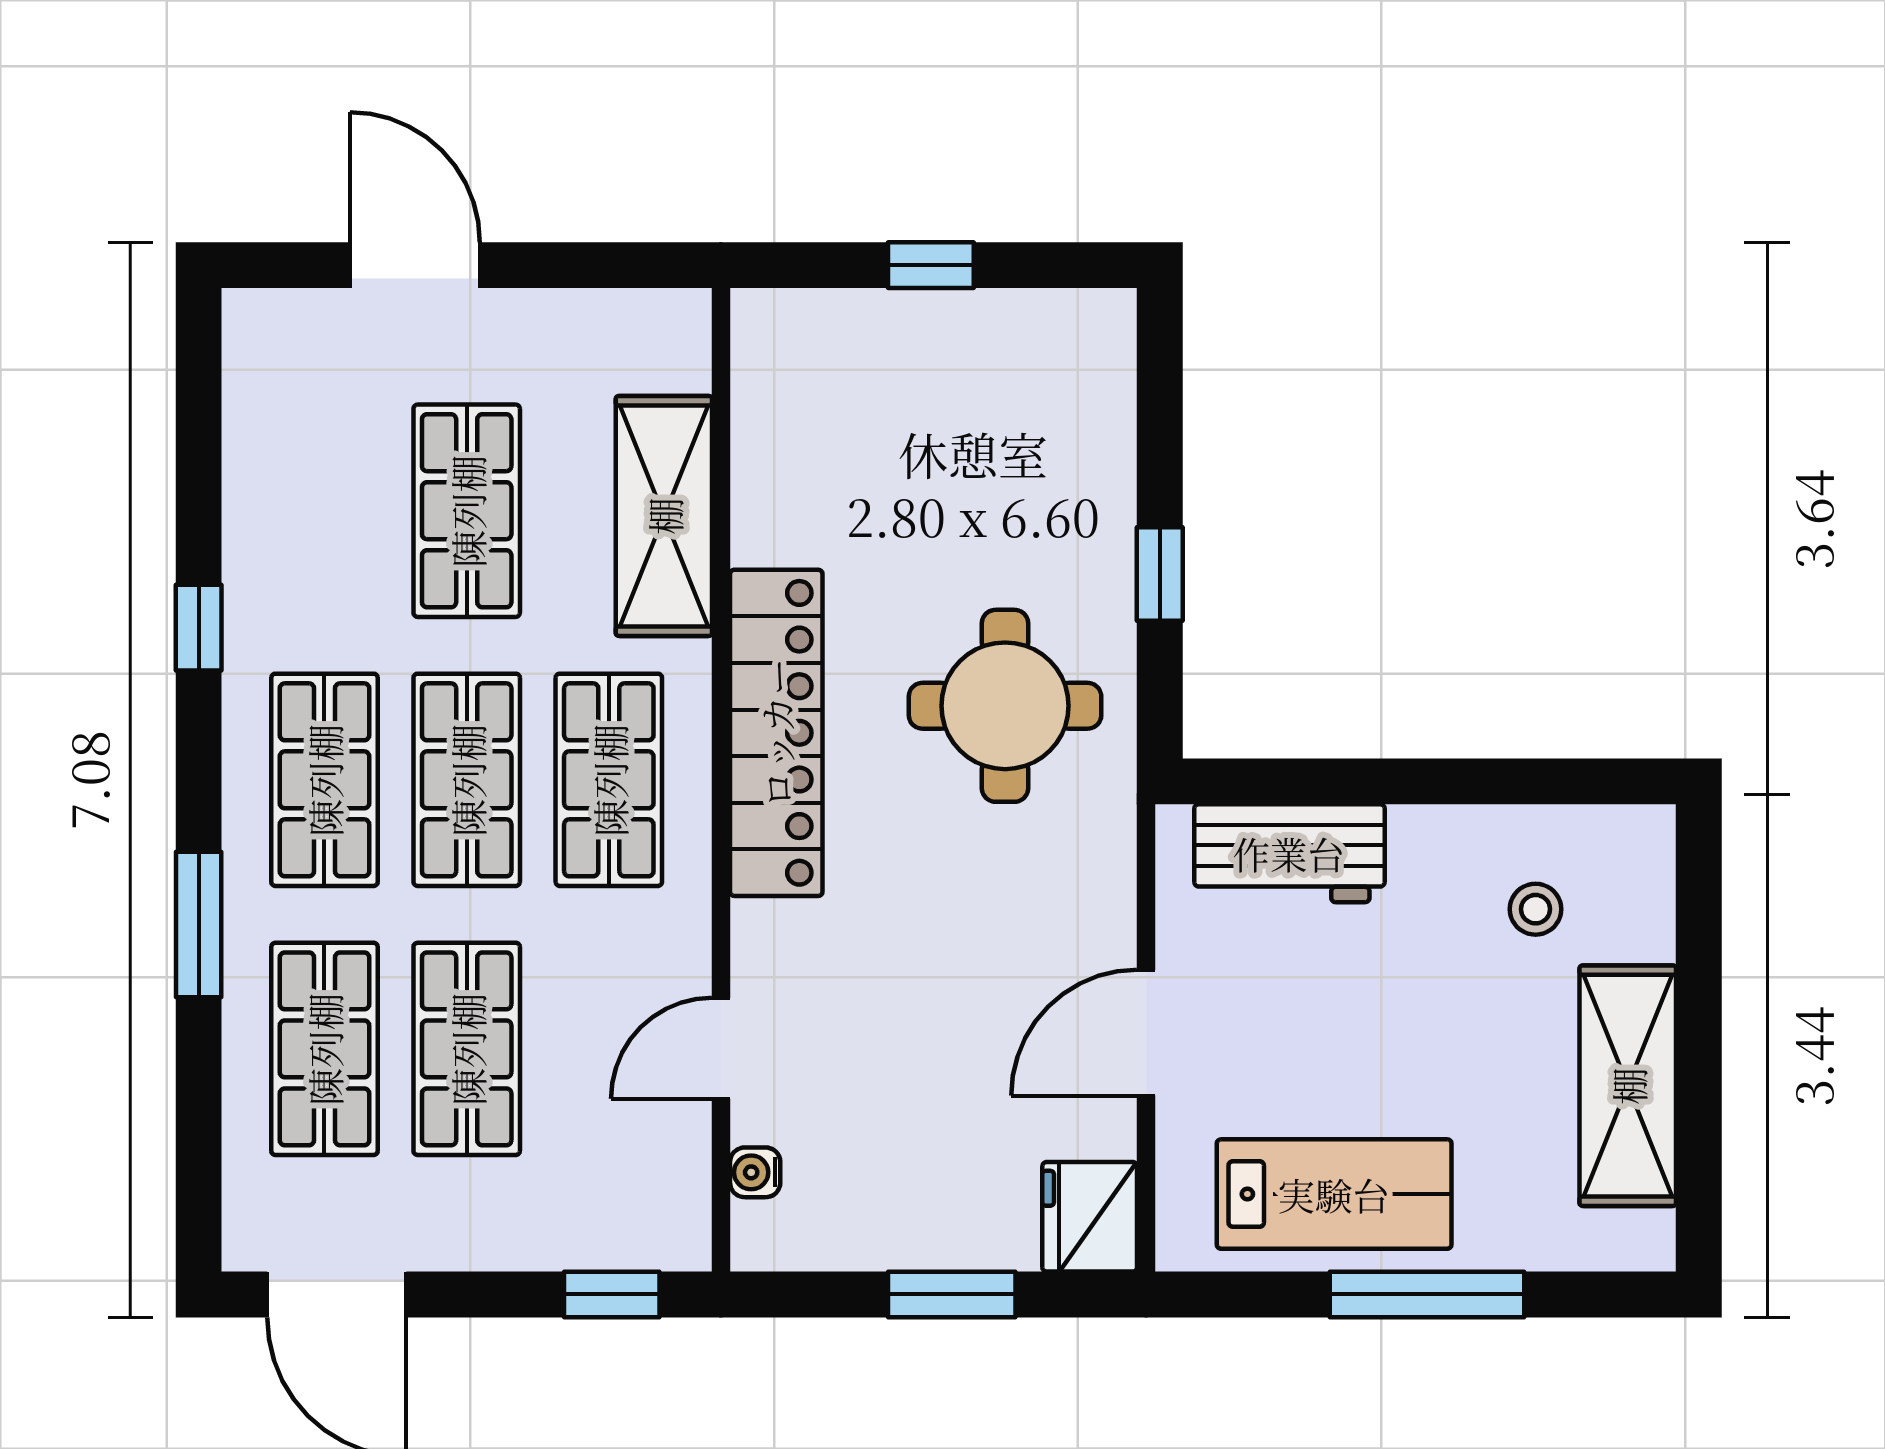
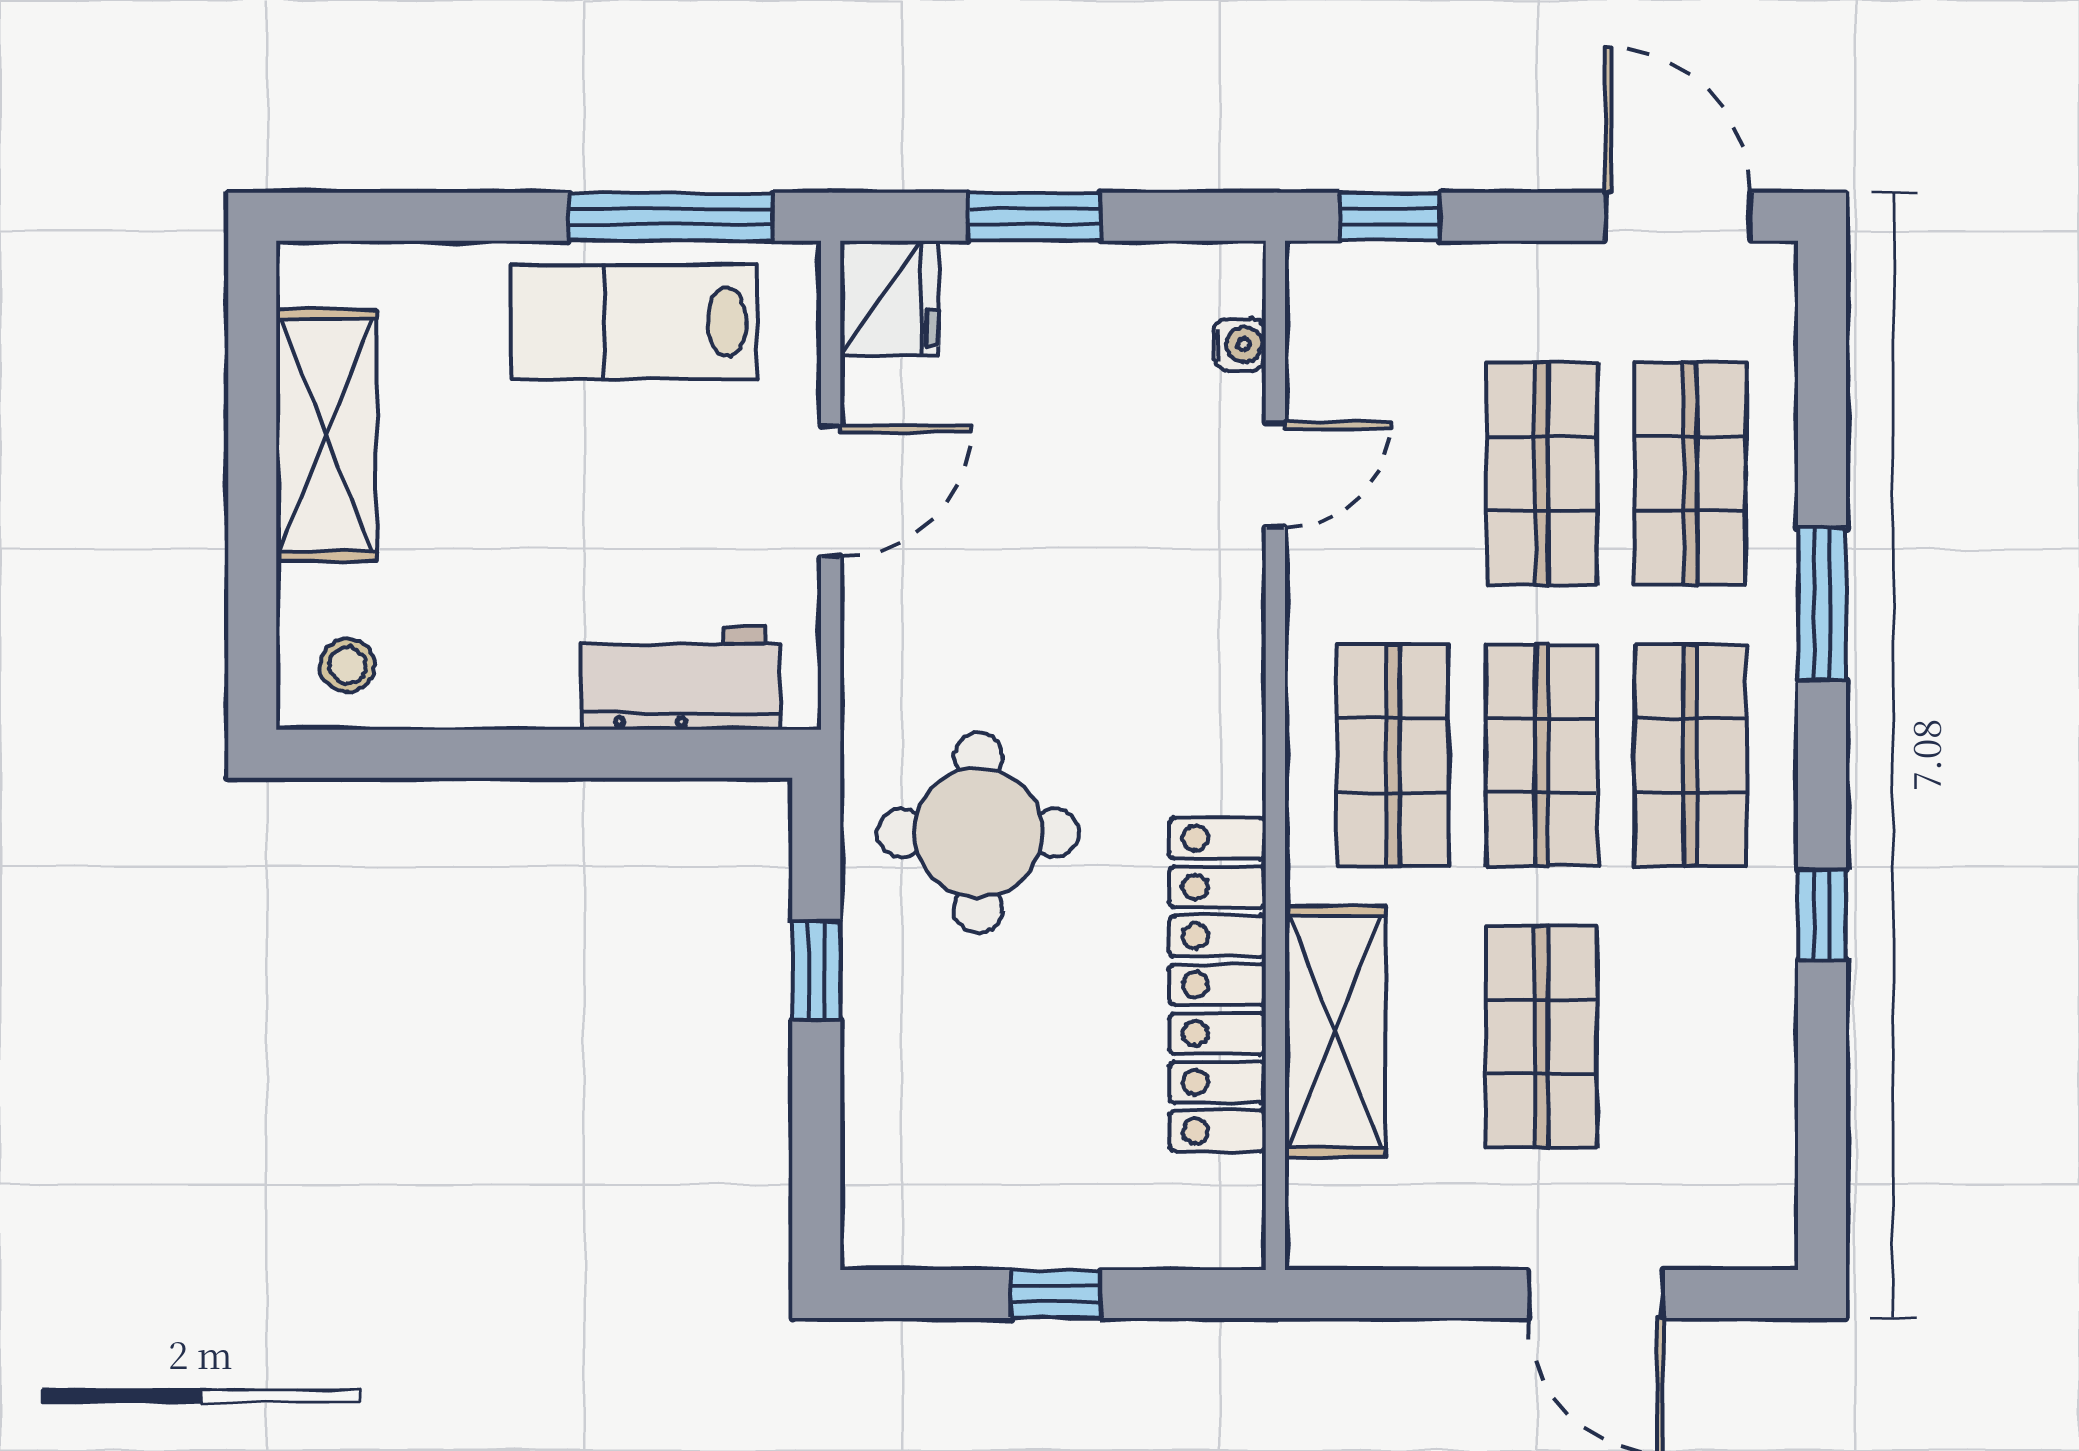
locker: (776, 733) -> (1218, 985), moved
stool: (1536, 909) -> (348, 665), moved
window: (1427, 1294) -> (671, 217), moved

